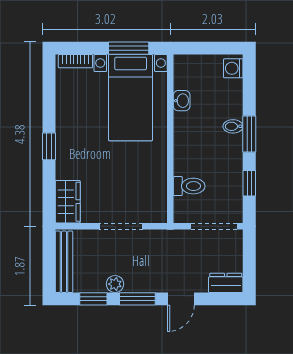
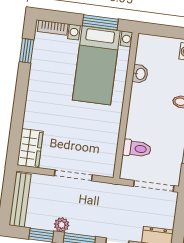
window: (49, 146) -> (27, 51), moved

